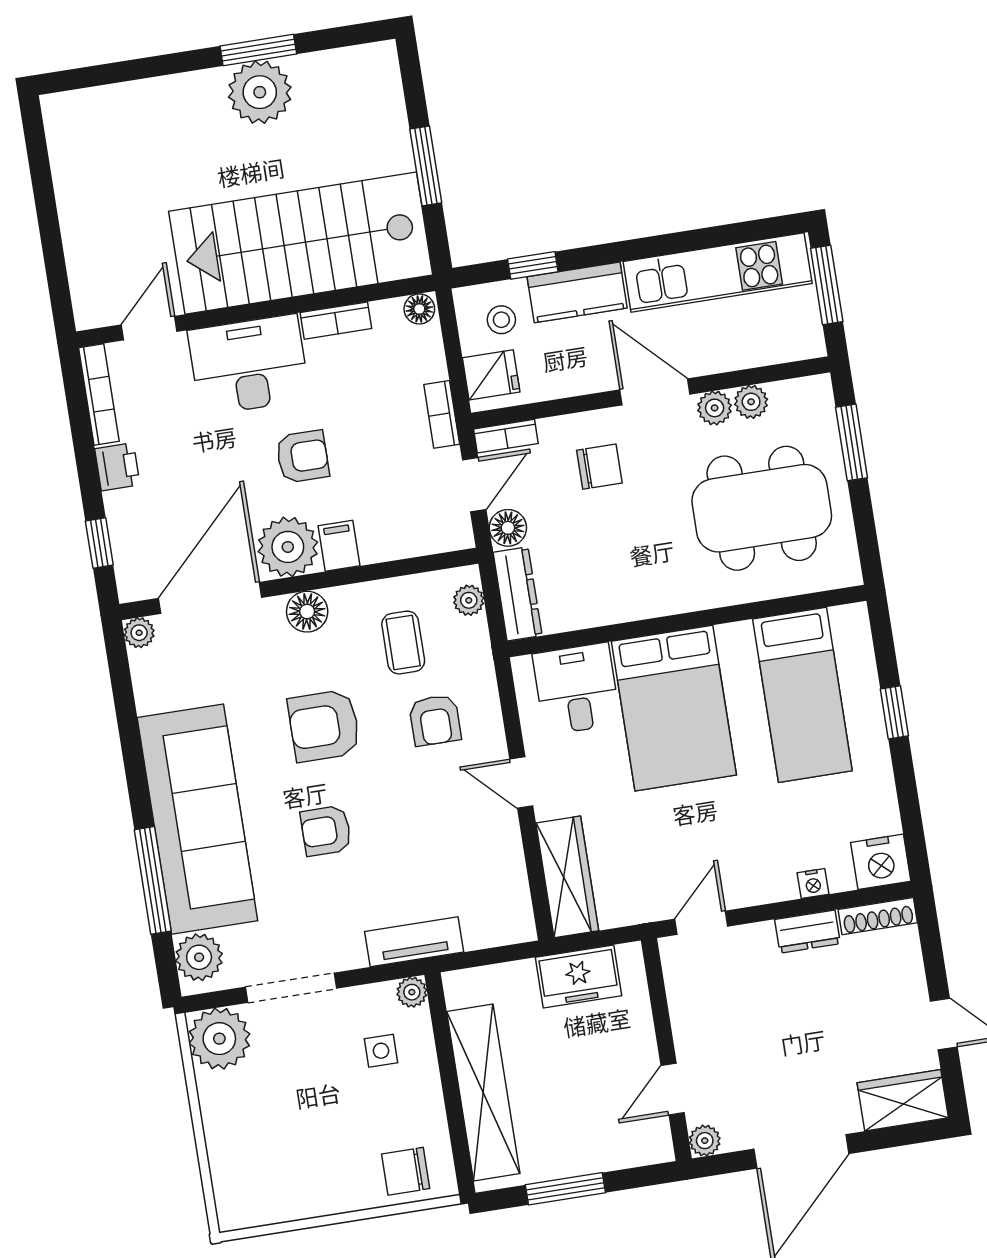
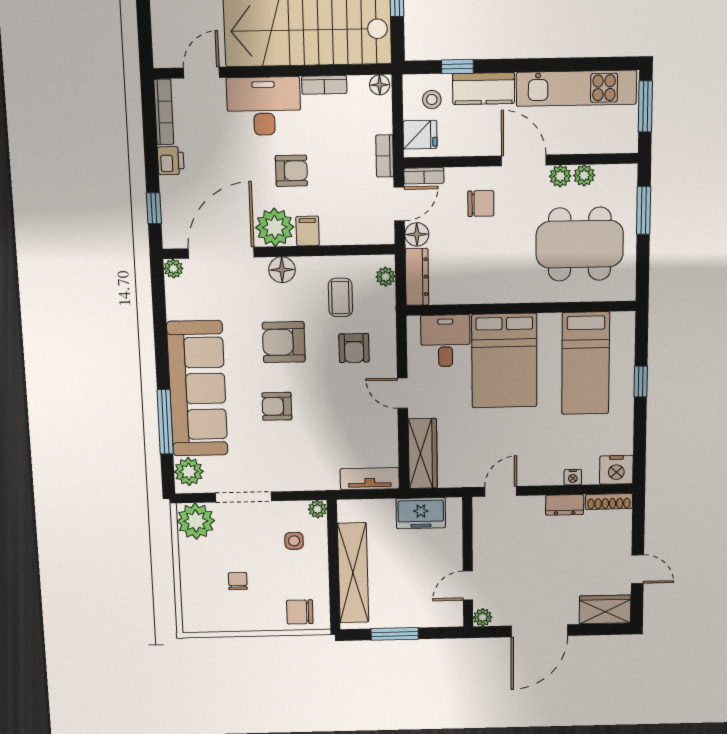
tv unit: (414, 942) -> (370, 479), moved
chair: (299, 1132) -> (238, 581), added

